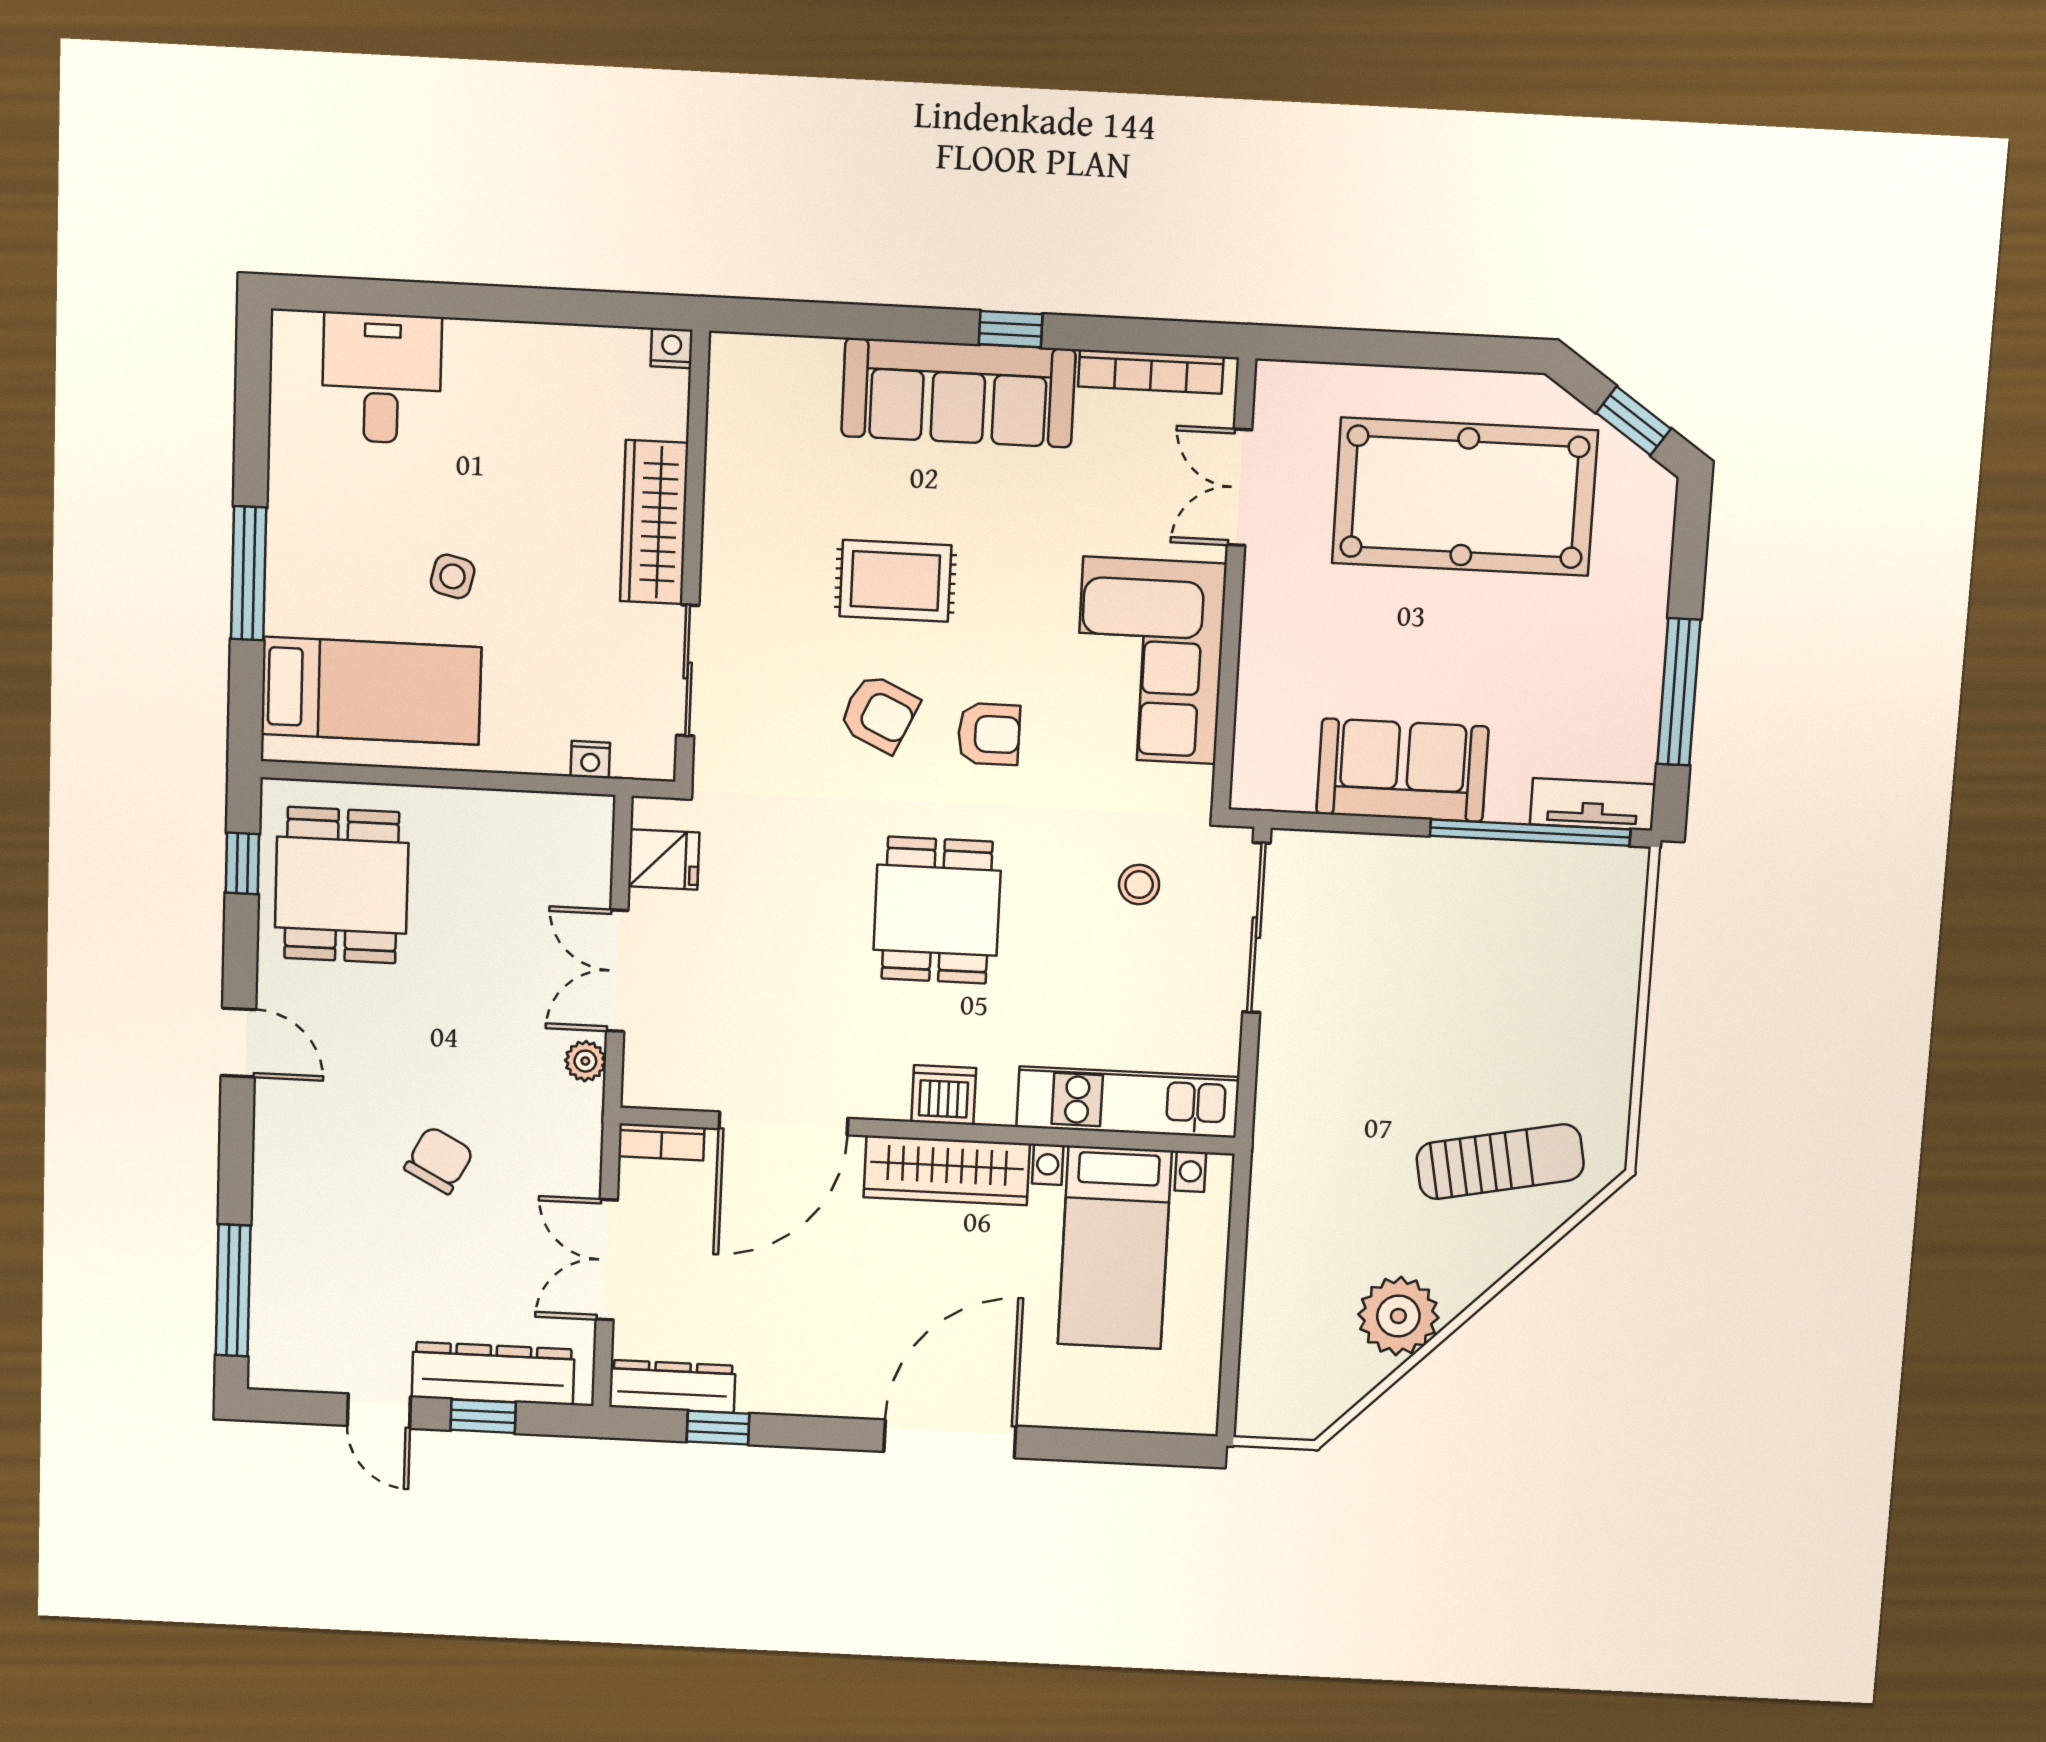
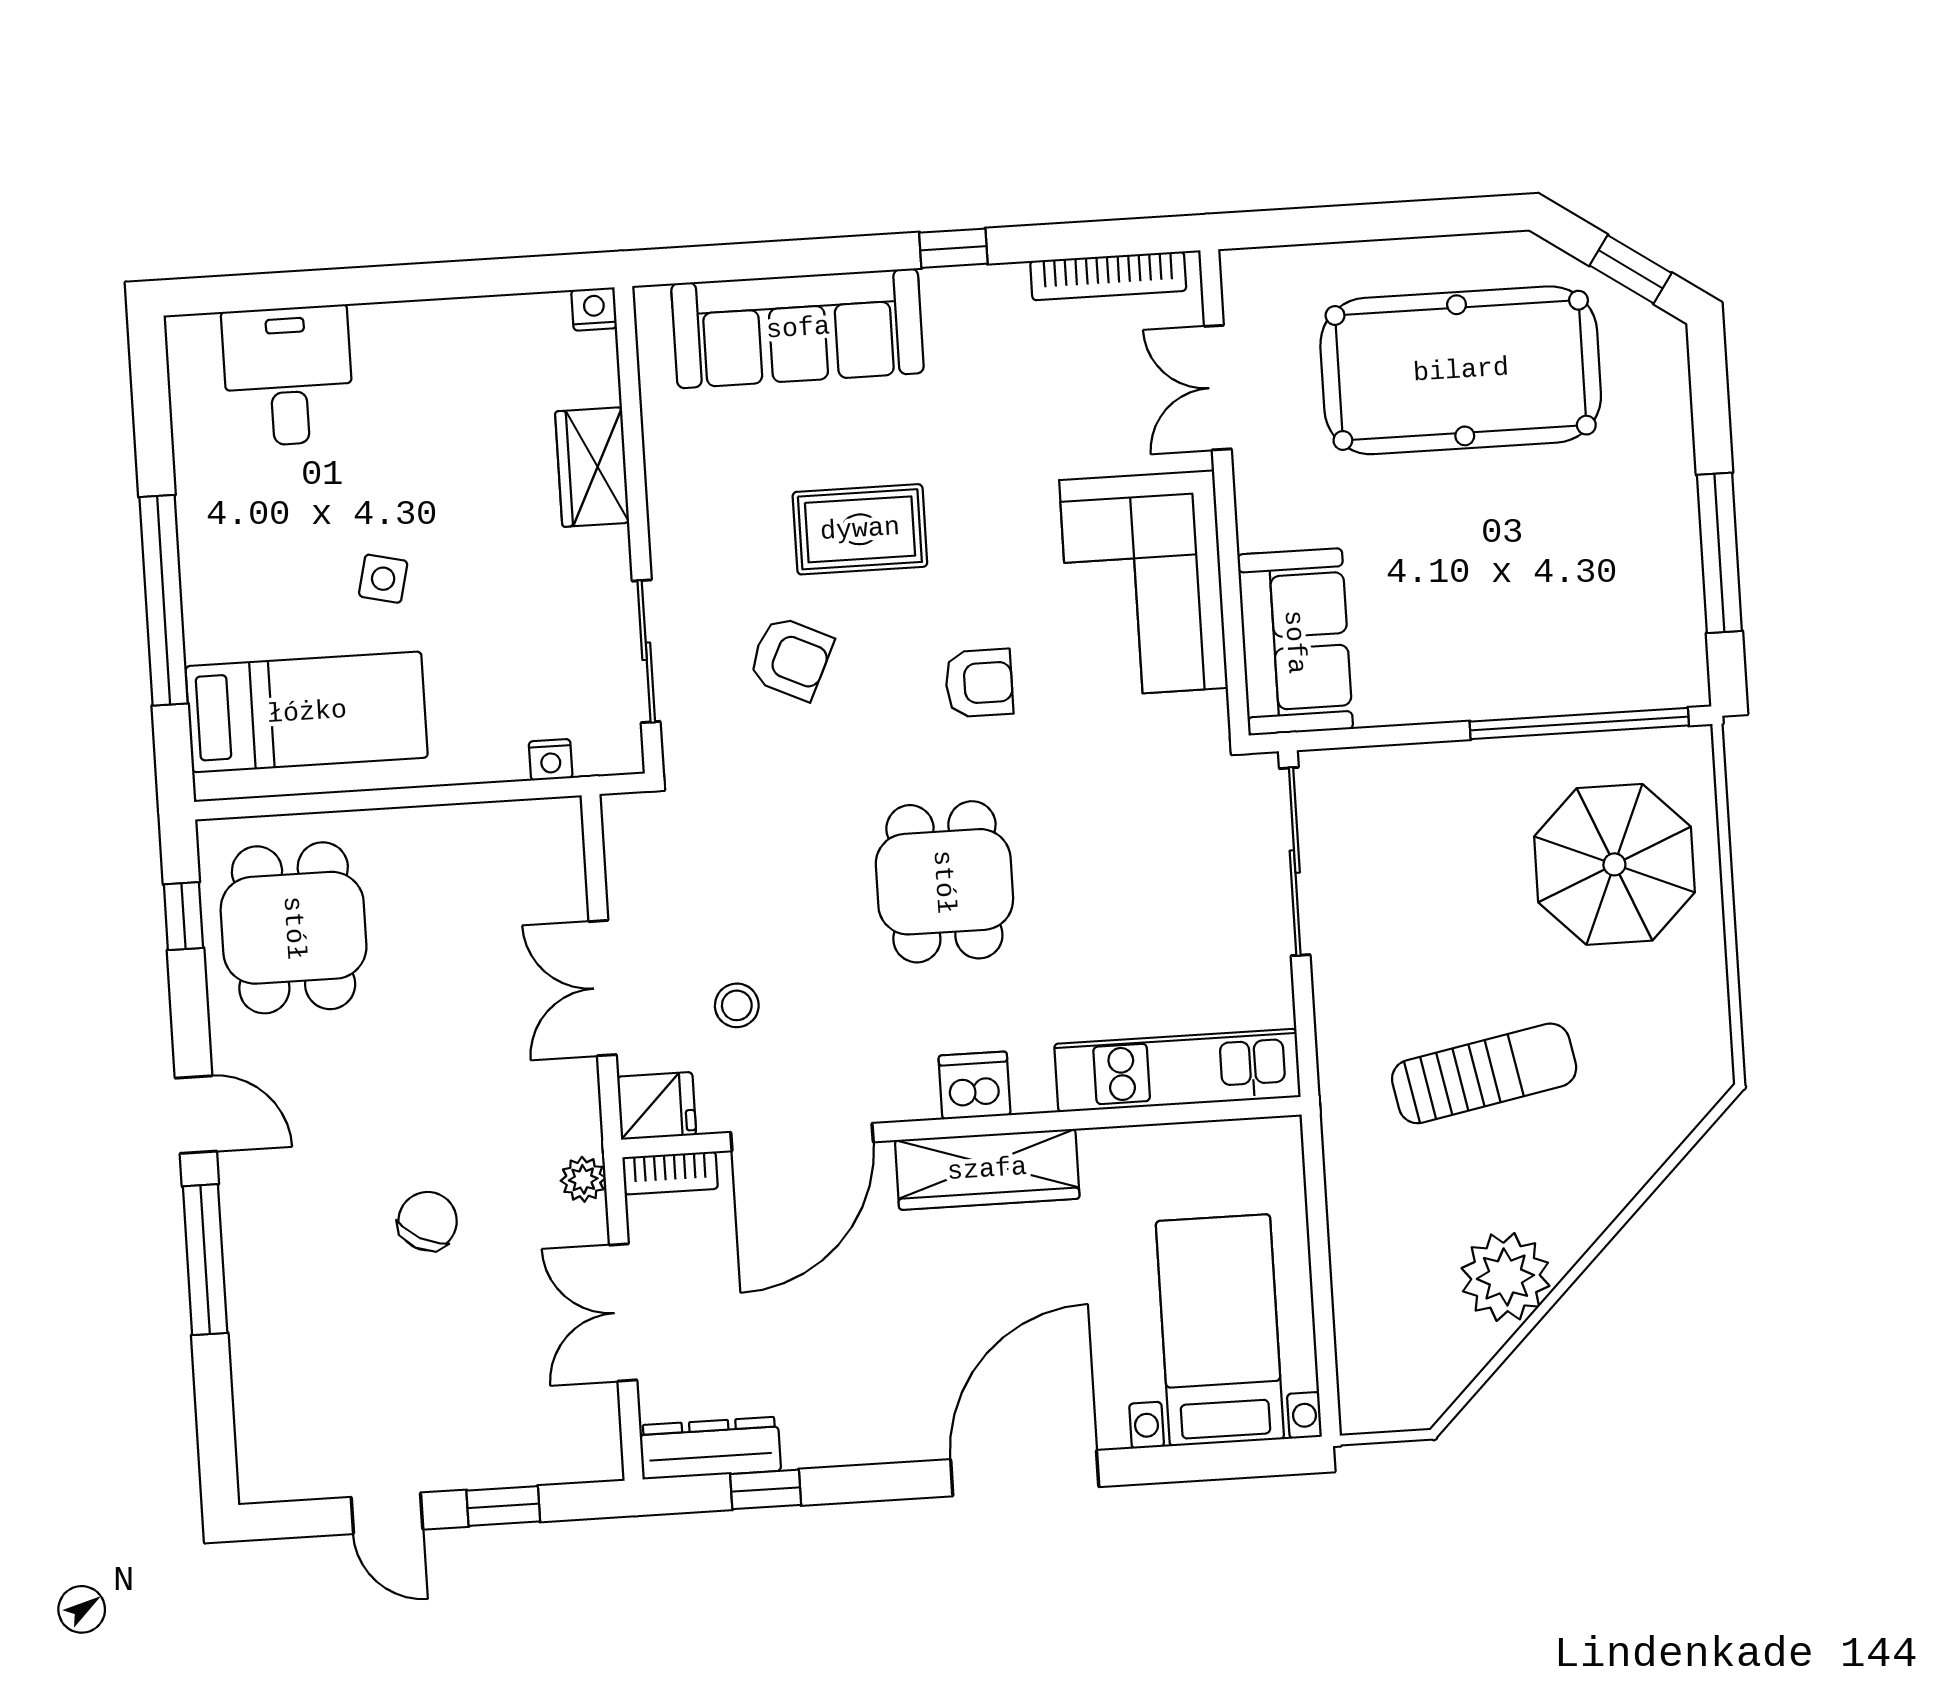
sofa: (958, 393) -> (798, 328), moved
wardrobe: (654, 522) -> (592, 467), width x0.67
window: (249, 573) -> (164, 600), width x1.46
armchair: (879, 713) -> (791, 658), moved
sofa: (1402, 770) -> (1295, 642), moved, turned 90
tv unit: (1593, 804) -> (1643, 685), removed
fridge: (664, 859) -> (657, 1106), moved
stool: (1139, 885) -> (737, 1005), moved
parasol: (1545, 963) -> (1614, 864), added
plant: (585, 1061) -> (583, 1179), moved
sun lounger: (1500, 1162) -> (1484, 1073), moved
bed with nightstands: (1115, 1248) -> (1220, 1330), moved, turned 180
window: (233, 1290) -> (205, 1260), moved
dresser: (493, 1373) -> (510, 1456), removed

